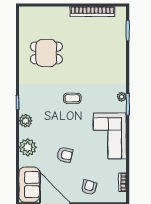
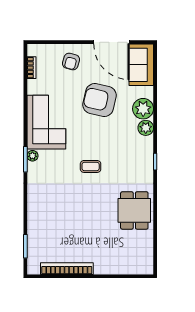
dining table: (46, 53) -> (134, 210), moved, turned 90
plant: (122, 97) -> (32, 156), moved
plant: (25, 121) -> (146, 128), moved
armchair: (65, 155) -> (100, 100), width x1.88, depth x1.88

